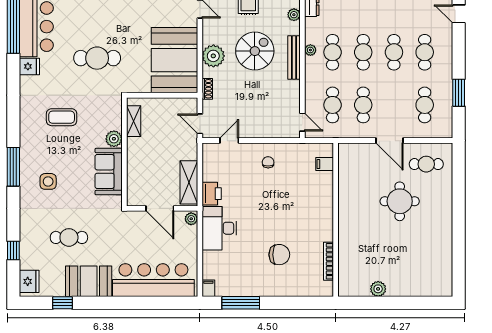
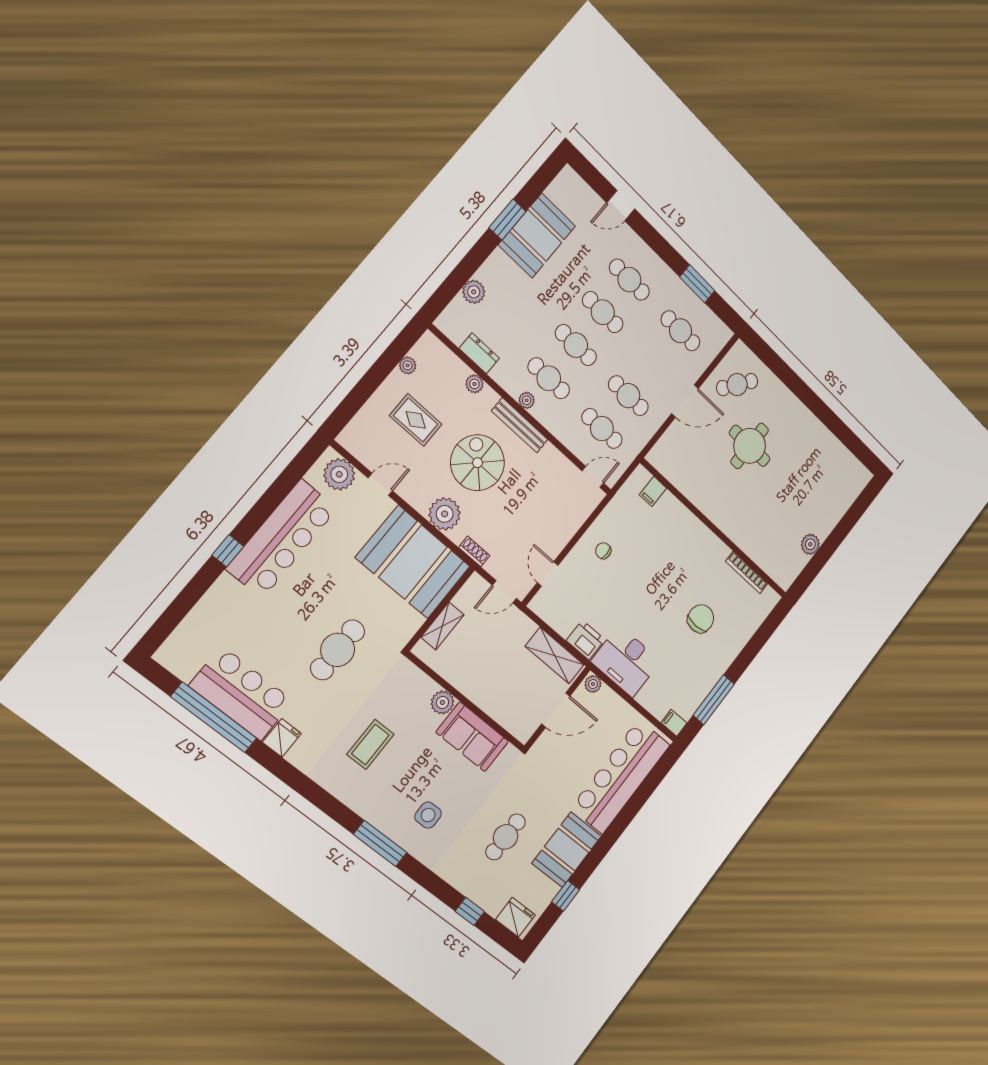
shelving: (134, 121) -> (442, 626), moved, turned 90
cafe table: (426, 164) -> (737, 385), turned 36

